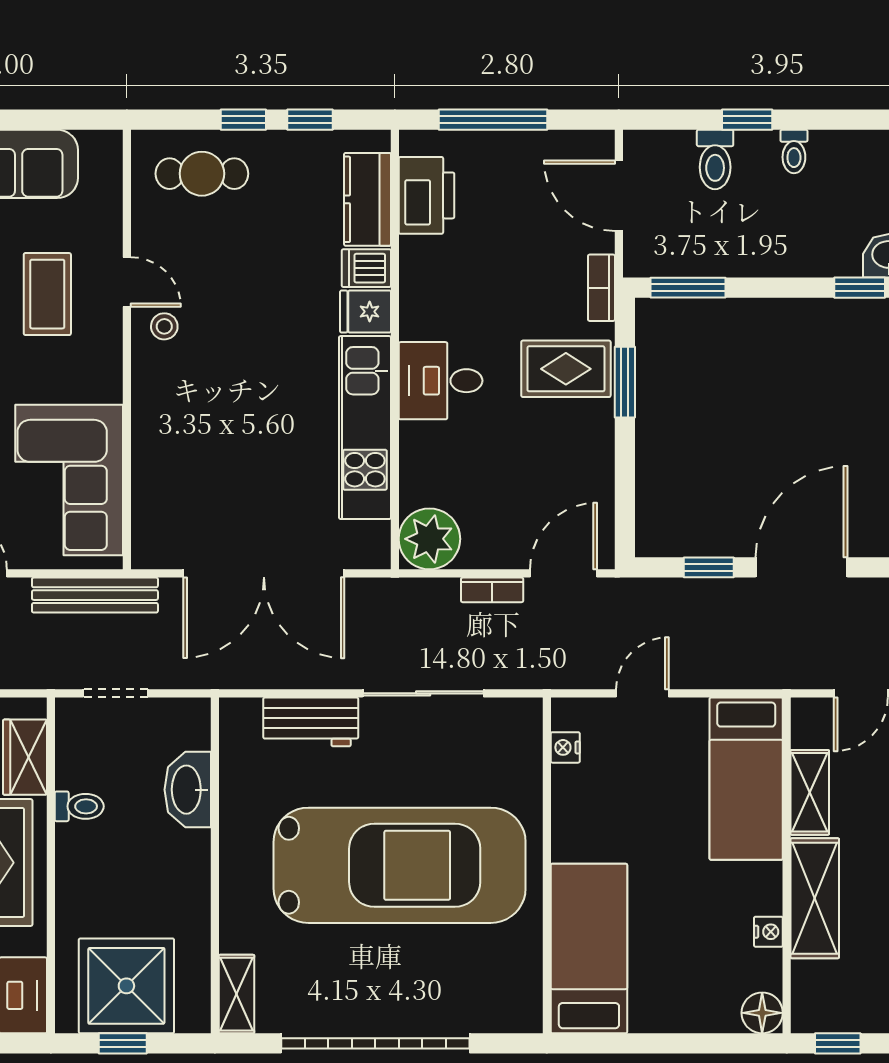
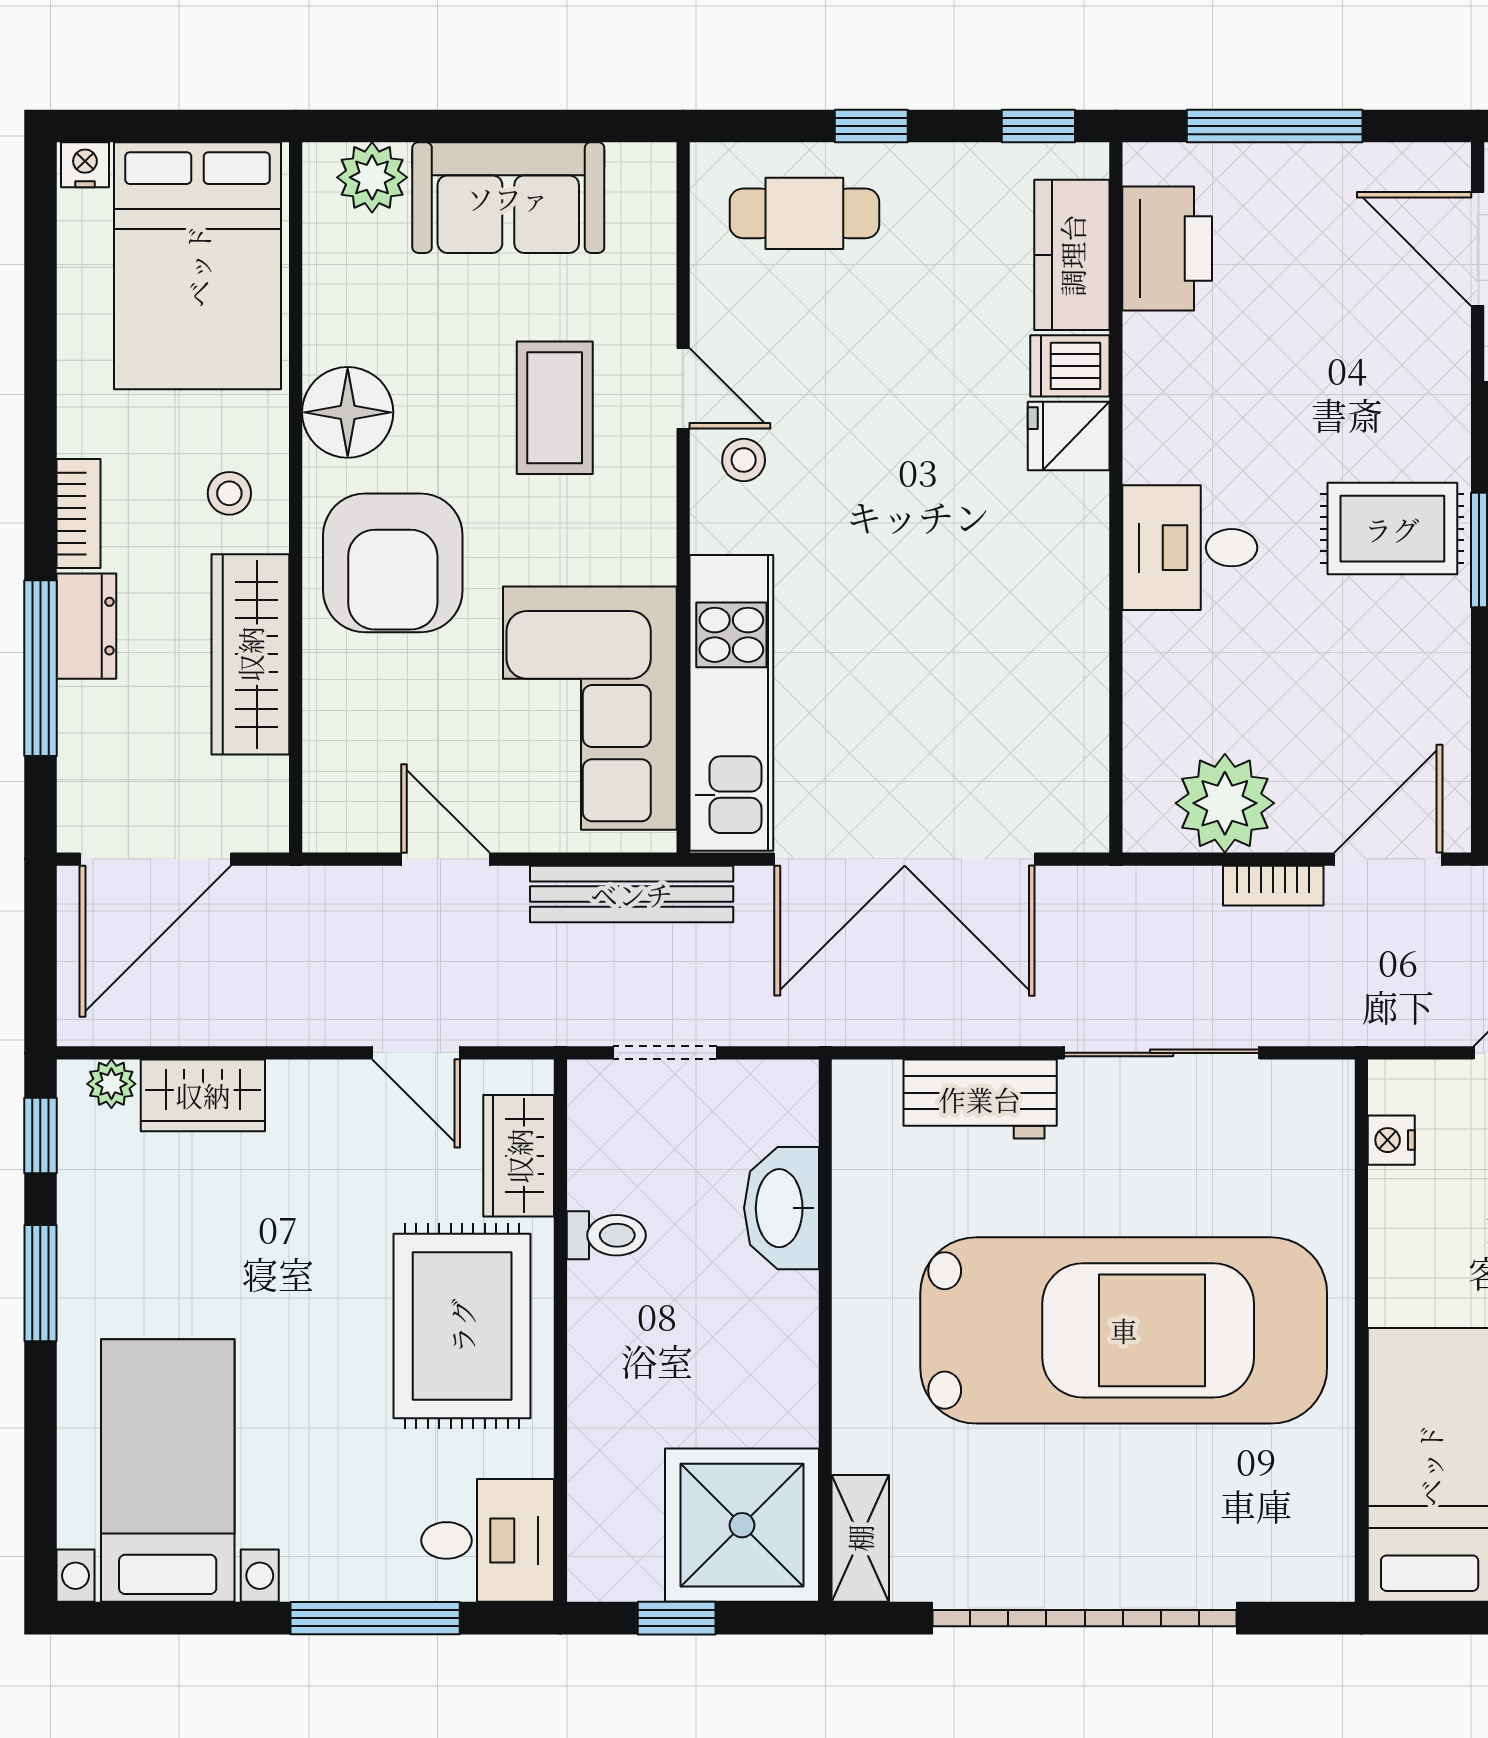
window: (310, 120) -> (1038, 126), moved
bookcase: (601, 288) -> (1450, 398), removed
kitchen unit: (365, 428) -> (731, 703), moved, turned 180
plant: (429, 539) -> (1225, 803), moved
shower: (126, 986) -> (742, 1525), moved

